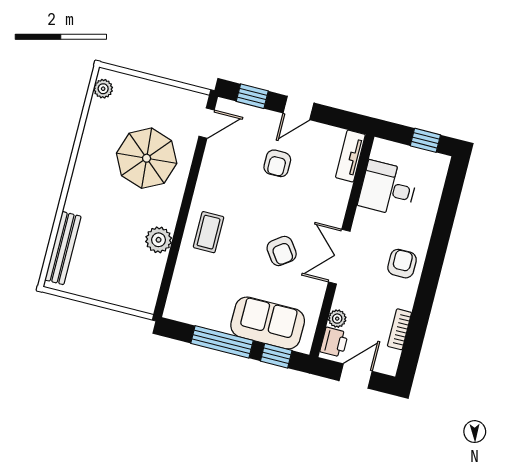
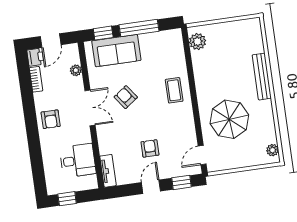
plant: (159, 240) -> (198, 42), moved
bench: (63, 248) -> (262, 77), moved
printer: (334, 342) -> (35, 57), moved, turned 180

